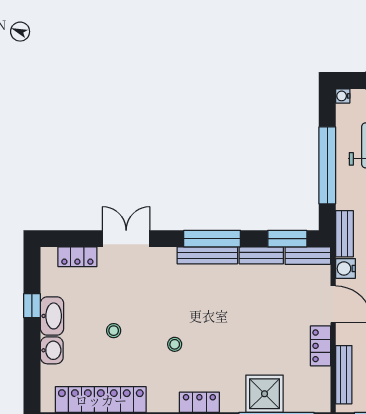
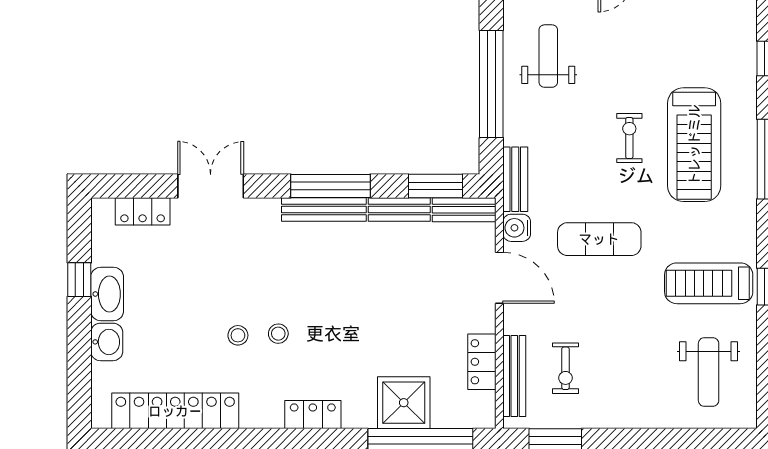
stool: (114, 331) -> (238, 335), moved
locker: (321, 346) -> (482, 362), moved

